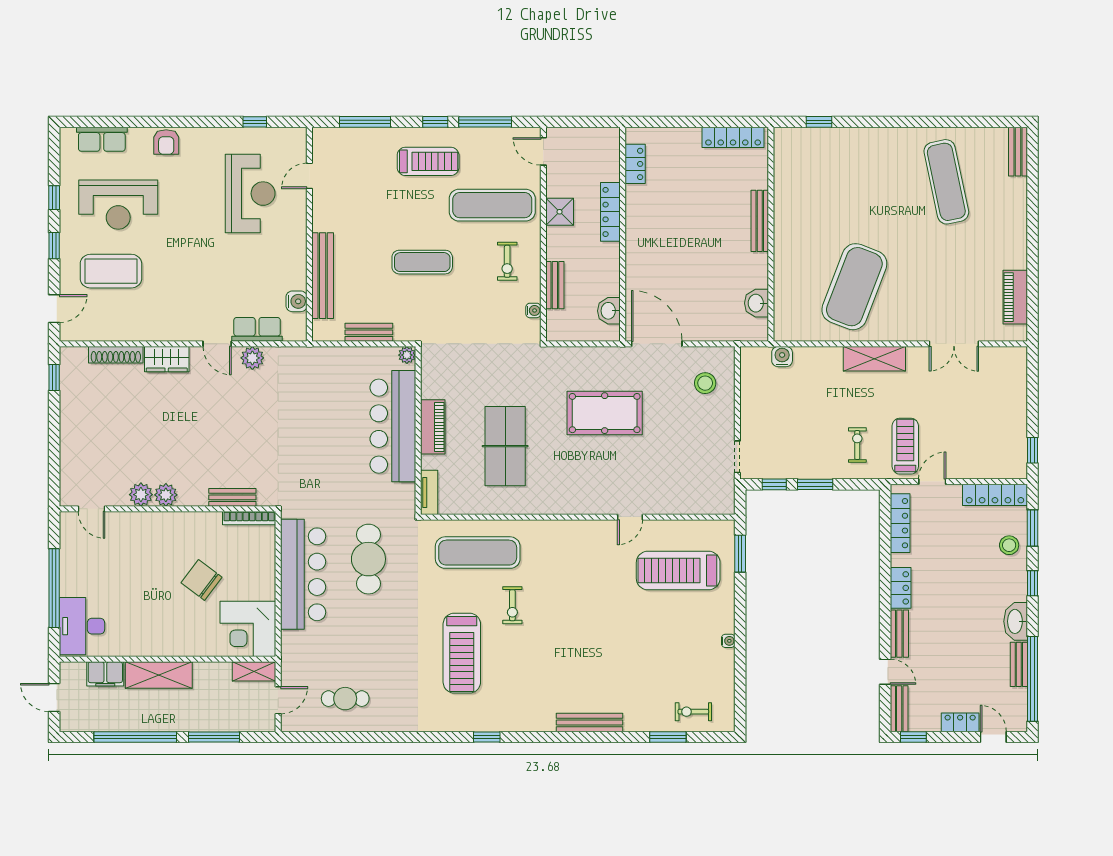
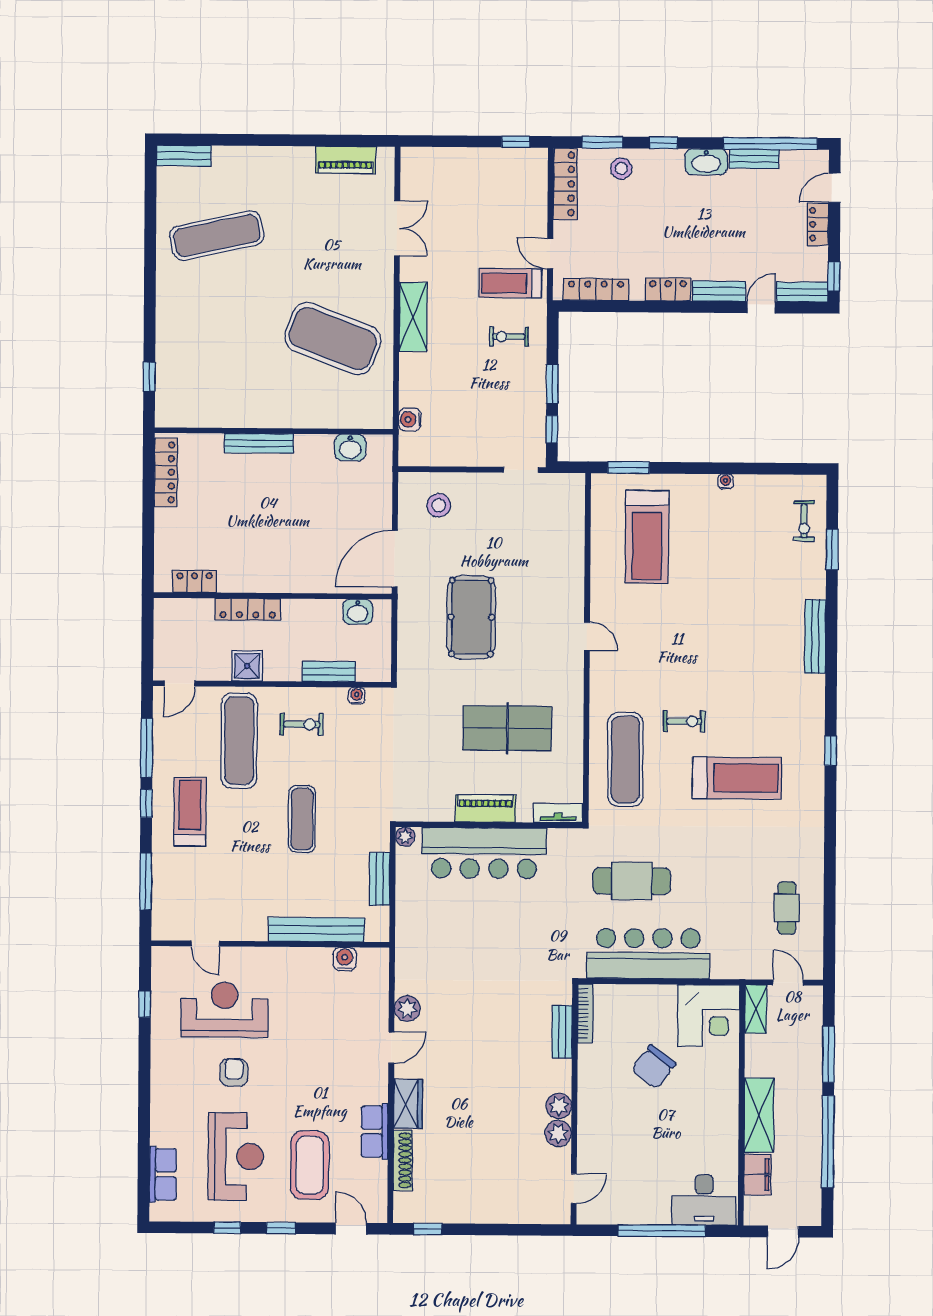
armchair: (166, 142) -> (234, 1072), moved, turned -90
row of seats: (257, 329) -> (375, 1131), moved
door: (630, 517) -> (587, 636), moved

